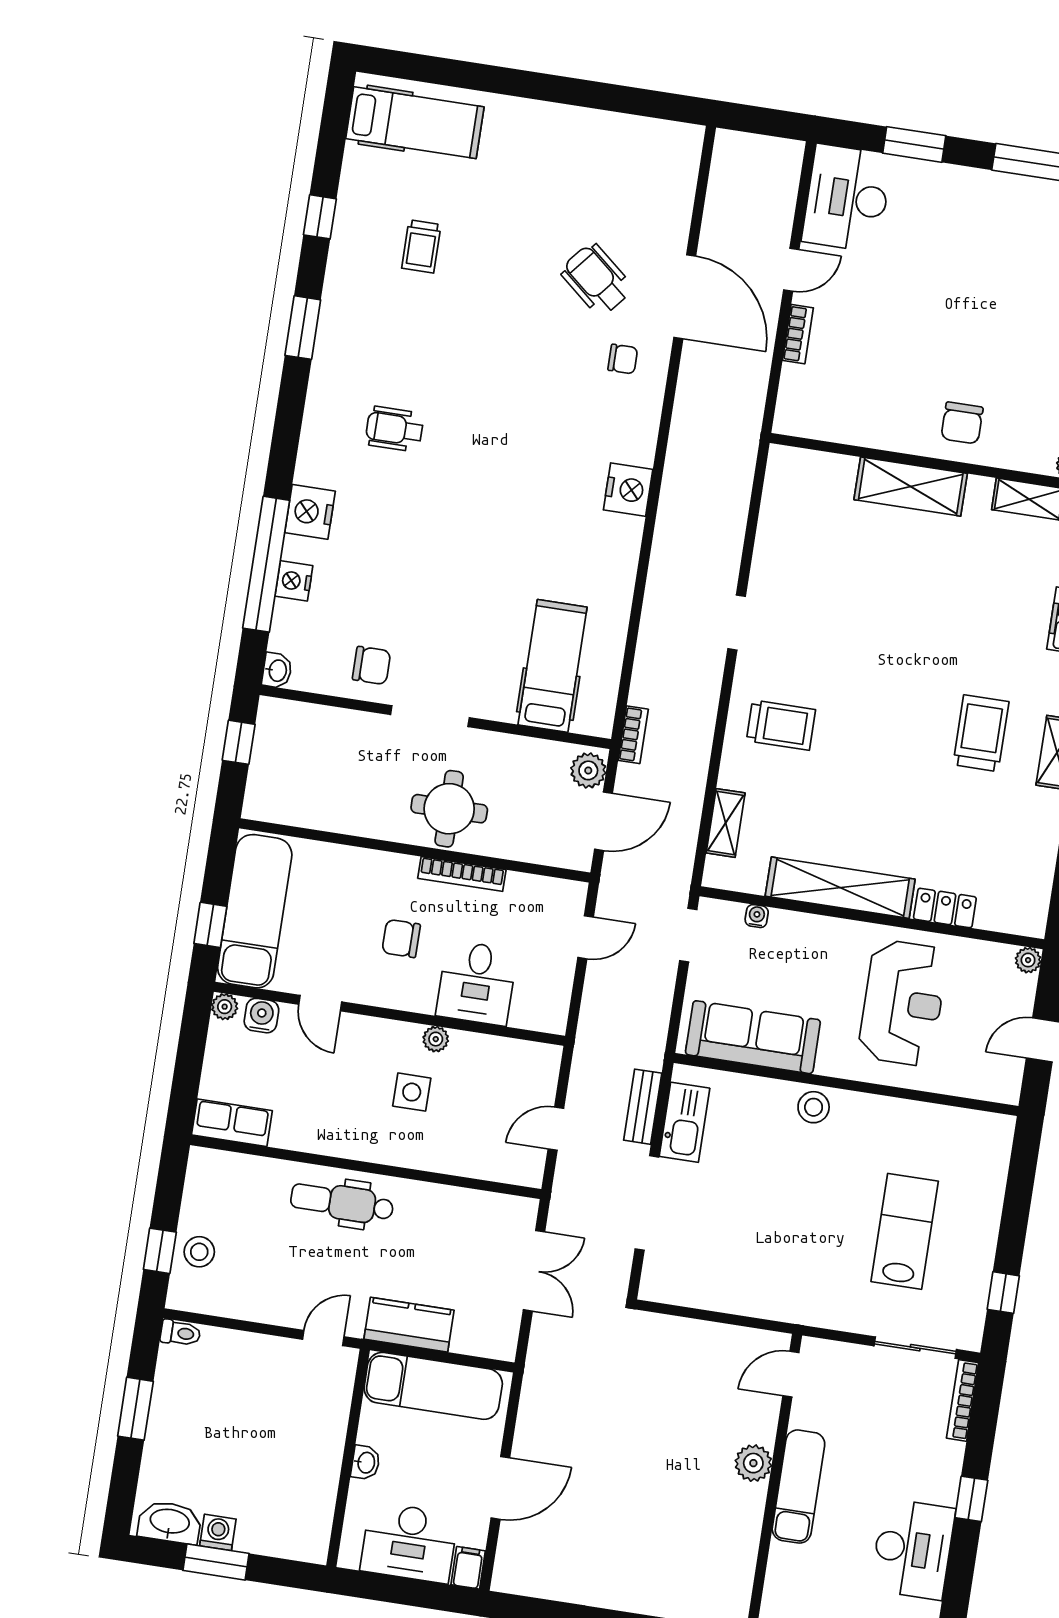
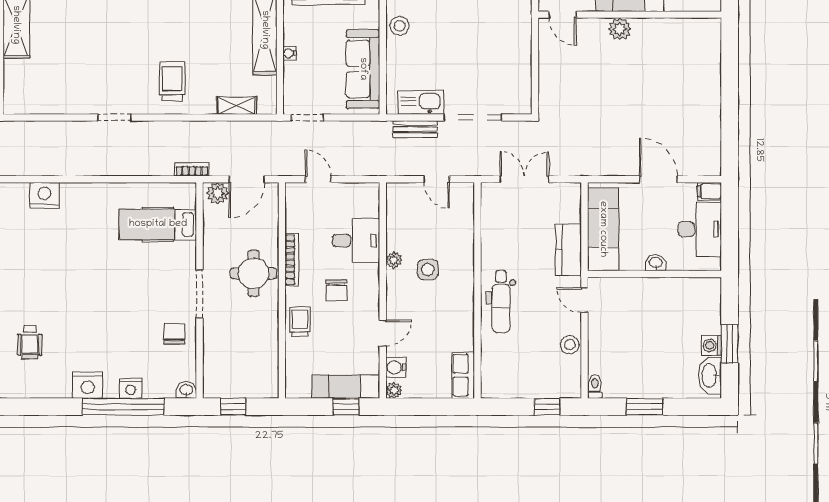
door: (603, 821) -> (247, 179), swing flipped
trolley: (360, 872) -> (300, 321), added
exam couch: (255, 911) -> (346, 387), width x0.73, depth x0.69
water cooler: (757, 916) -> (290, 53), moved
stool: (199, 1252) -> (570, 345), moved

